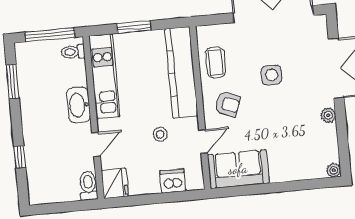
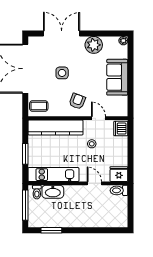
coffee table: (216, 62) -> (39, 106), moved
washbasin: (79, 105) -> (53, 192), moved
plant: (328, 115) -> (94, 45), width x1.87, depth x1.87
window: (20, 157) -> (97, 230), removed
sofa: (238, 169) -> (117, 77), moved
dishwasher: (173, 181) -> (121, 129), moved

